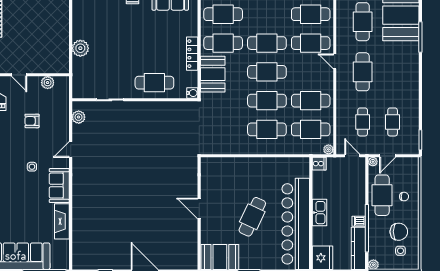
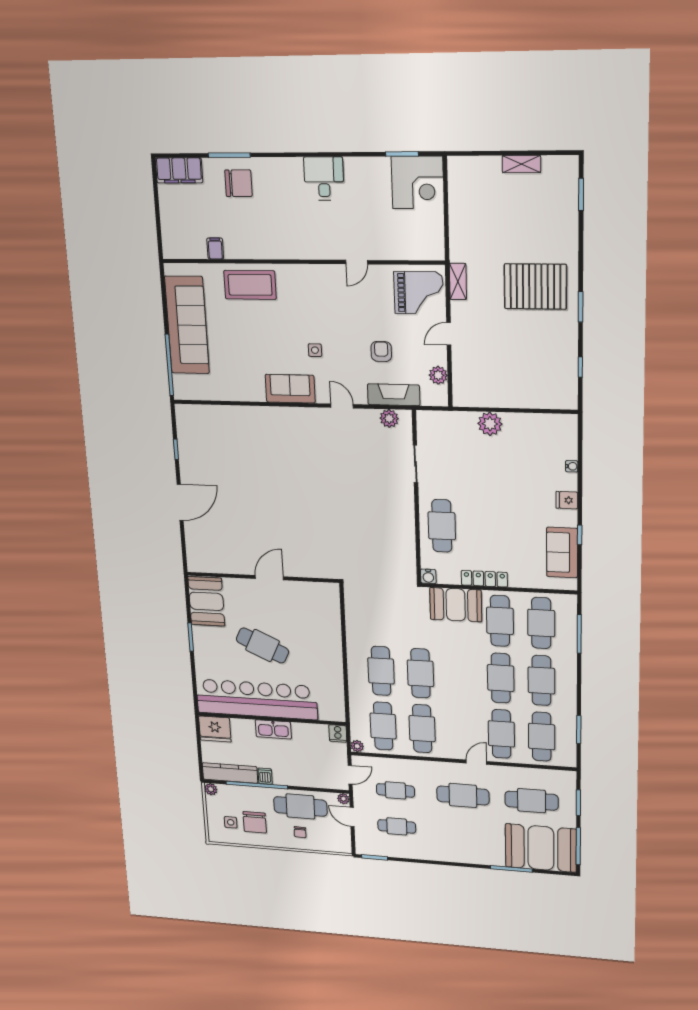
cafe table: (267, 72) -> (541, 680), moved
fireplace: (62, 221) -> (394, 395), moved

